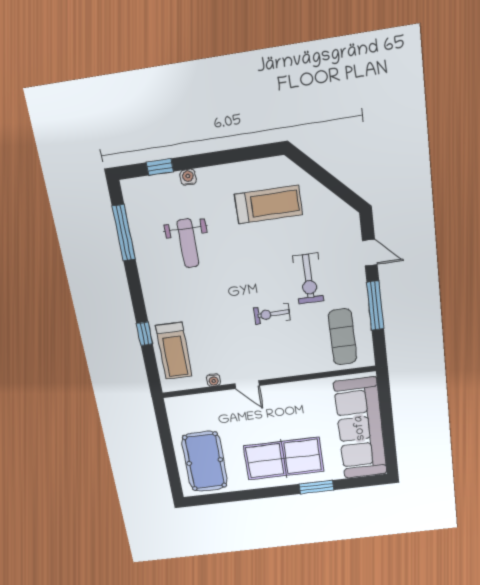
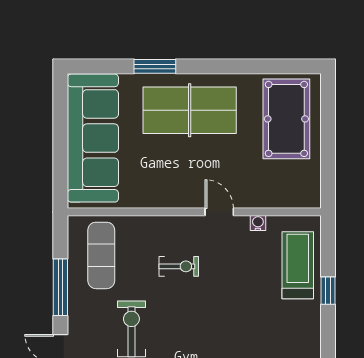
exercise bike: (272, 314) -> (179, 266), moved

